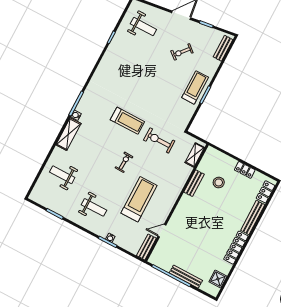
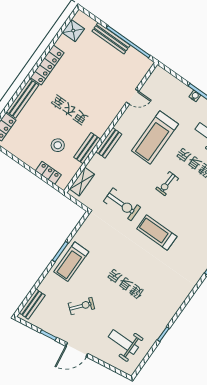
locker: (245, 170) -> (48, 173), moved
bench: (146, 247) -> (109, 143), moved

